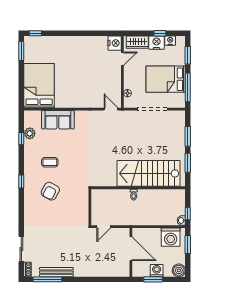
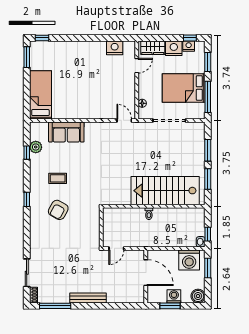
window: (160, 33) -> (190, 38), moved
nightstand: (115, 43) -> (115, 48), moved, turned -90
bed: (39, 86) -> (40, 95), width x0.67
bench: (56, 272) -> (88, 298), moved

